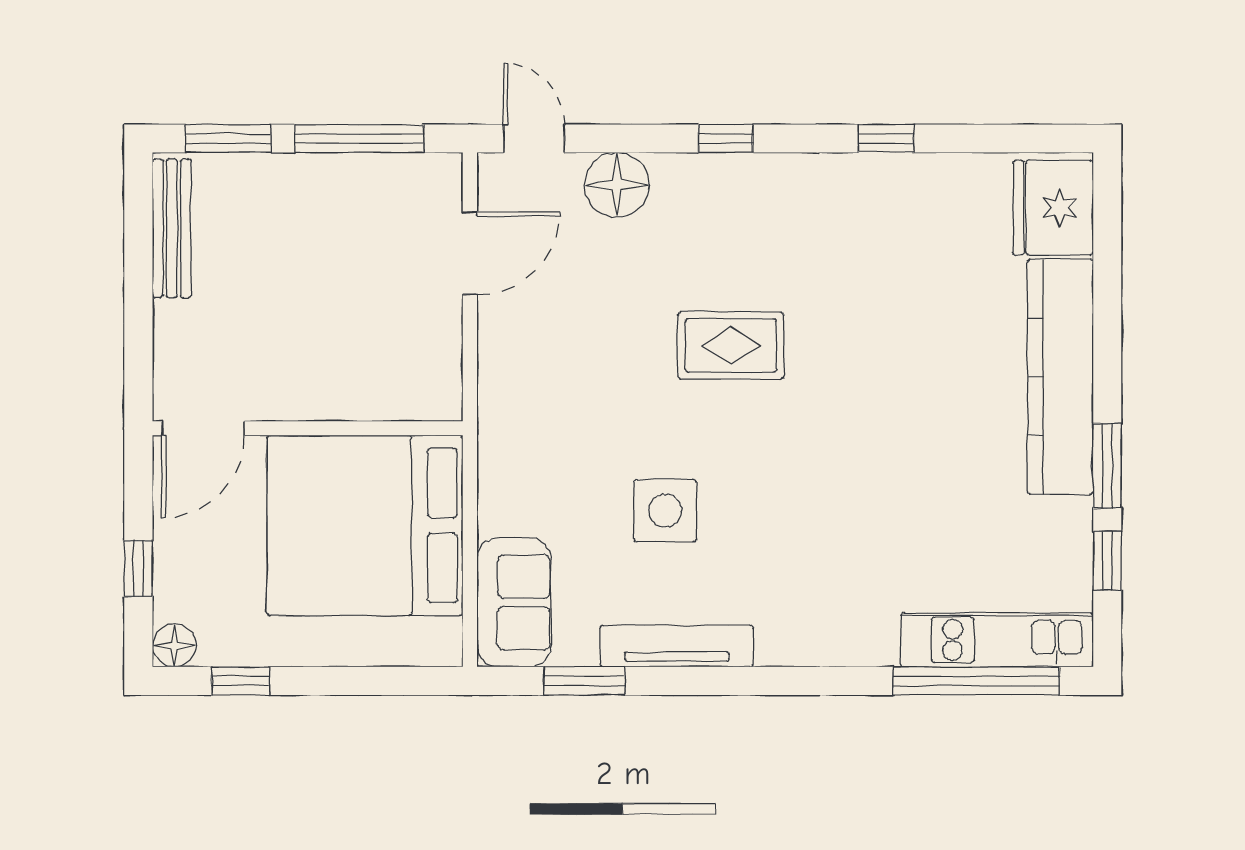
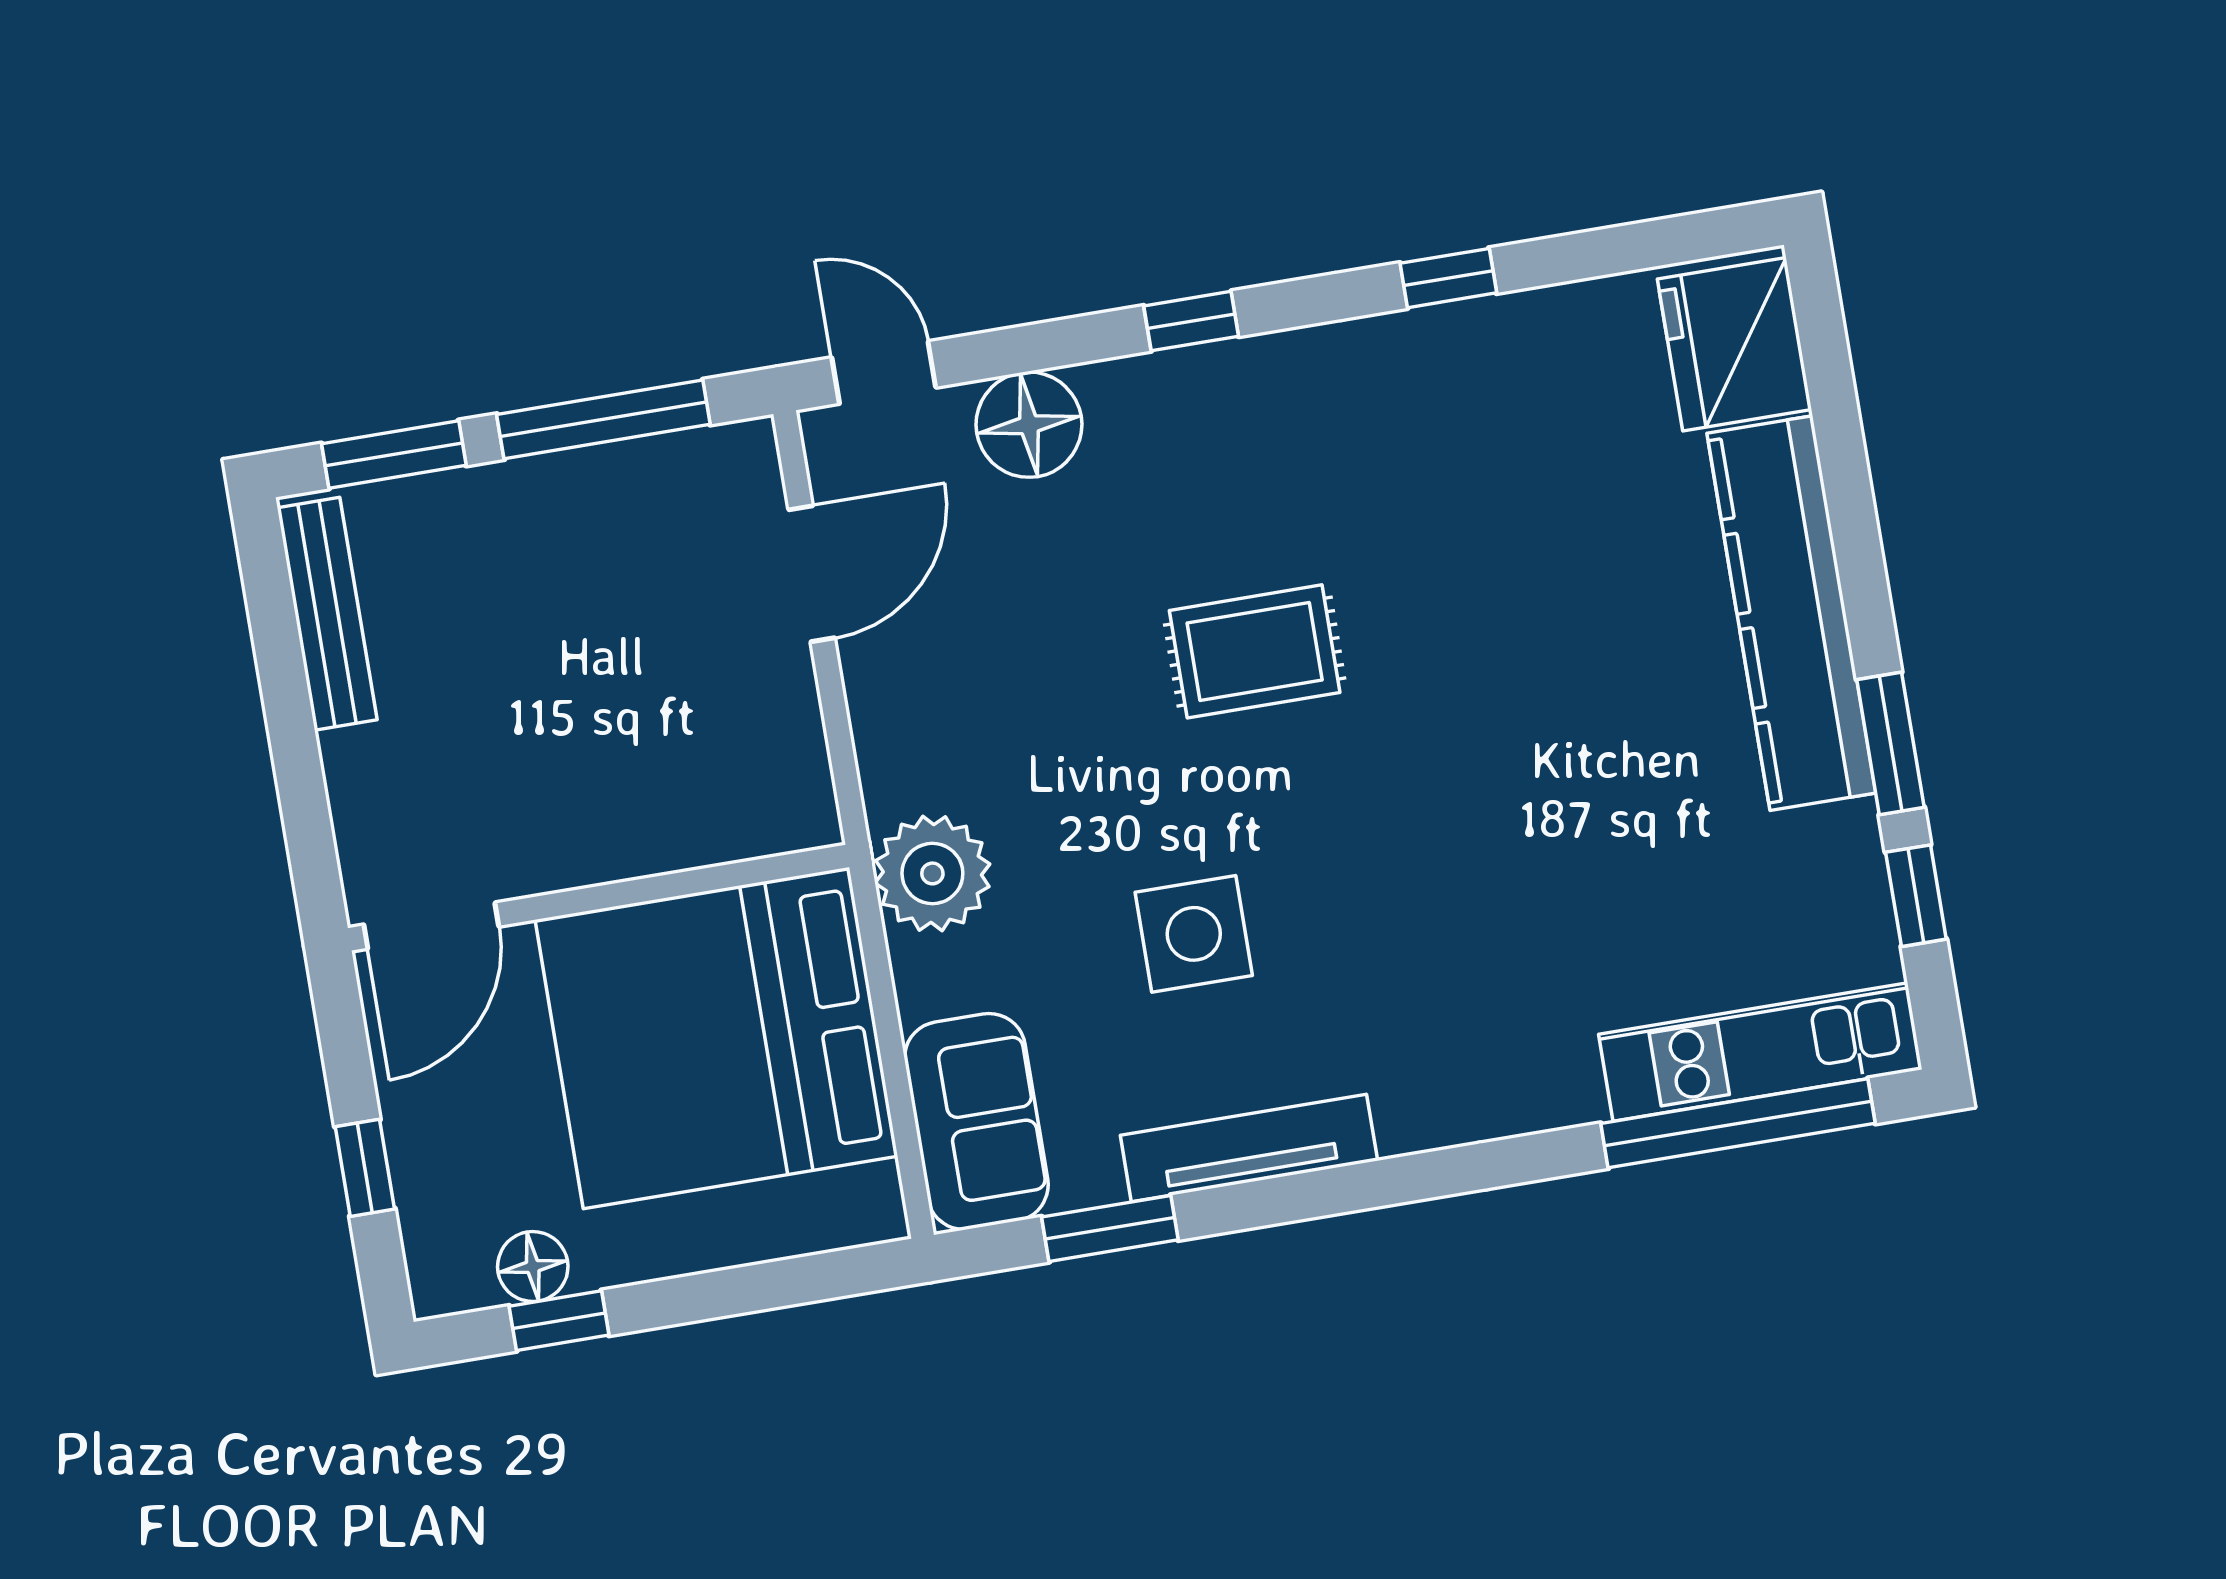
plant: (513, 447) -> (932, 873), added
floor lamp: (175, 645) -> (533, 1267), moved

